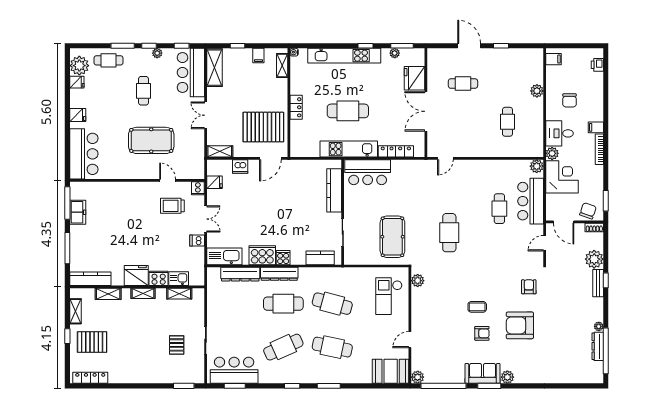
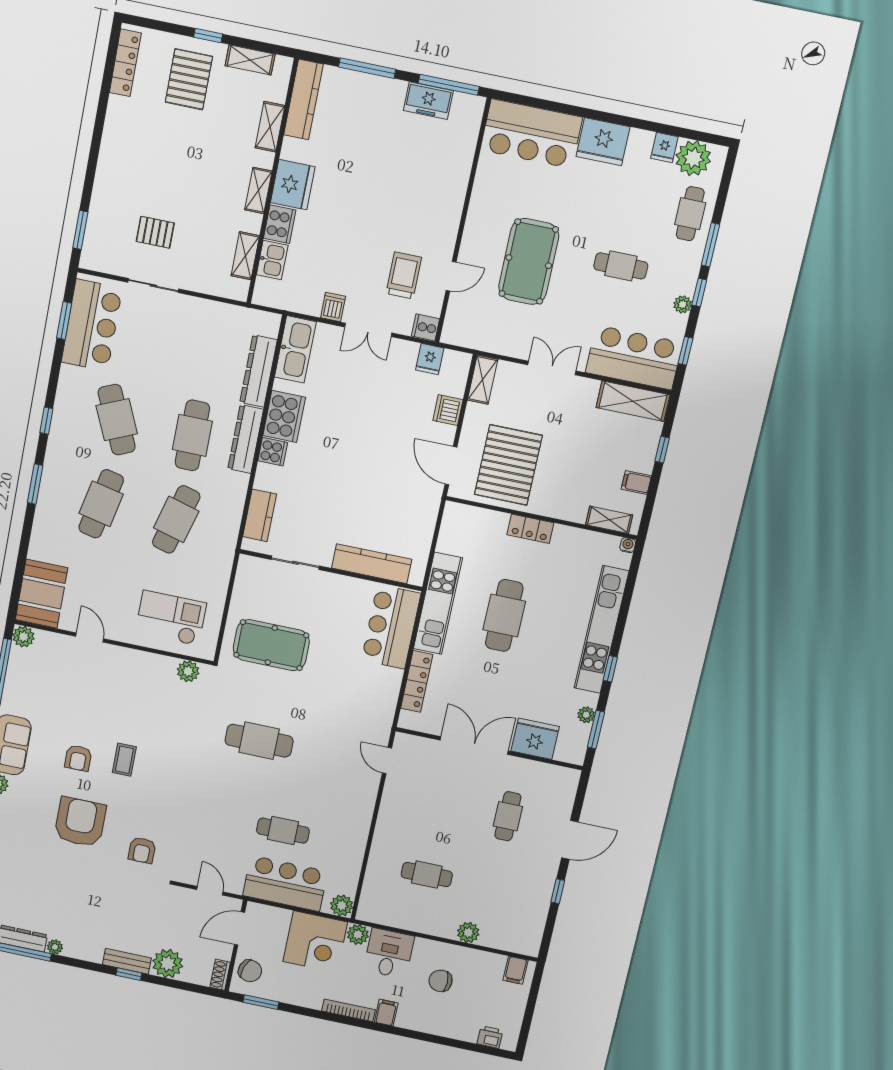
fridge: (78, 115) -> (603, 142), width x1.88, depth x1.34
armchair: (529, 287) -> (142, 850), turned 90

